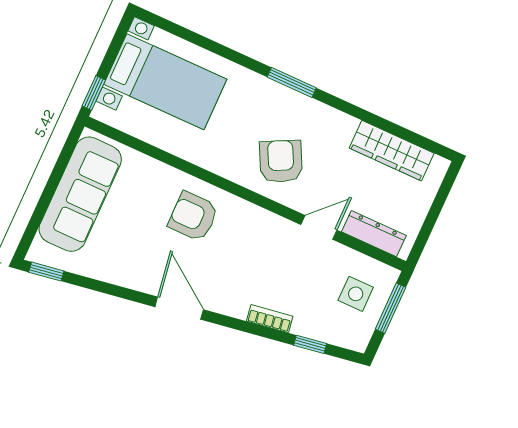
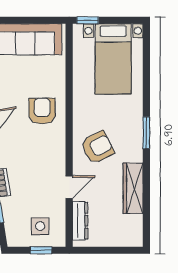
wardrobe: (392, 151) -> (133, 188), moved
door: (319, 227) -> (69, 187), hinge flipped
window: (391, 308) -> (41, 250), width x0.67

